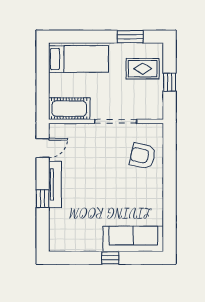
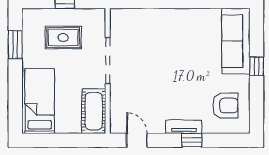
rug: (143, 69) -> (63, 38), moved, turned 90
armchair: (143, 156) -> (225, 106), moved, turned -102
tv unit: (55, 184) -> (184, 127), width x0.71

